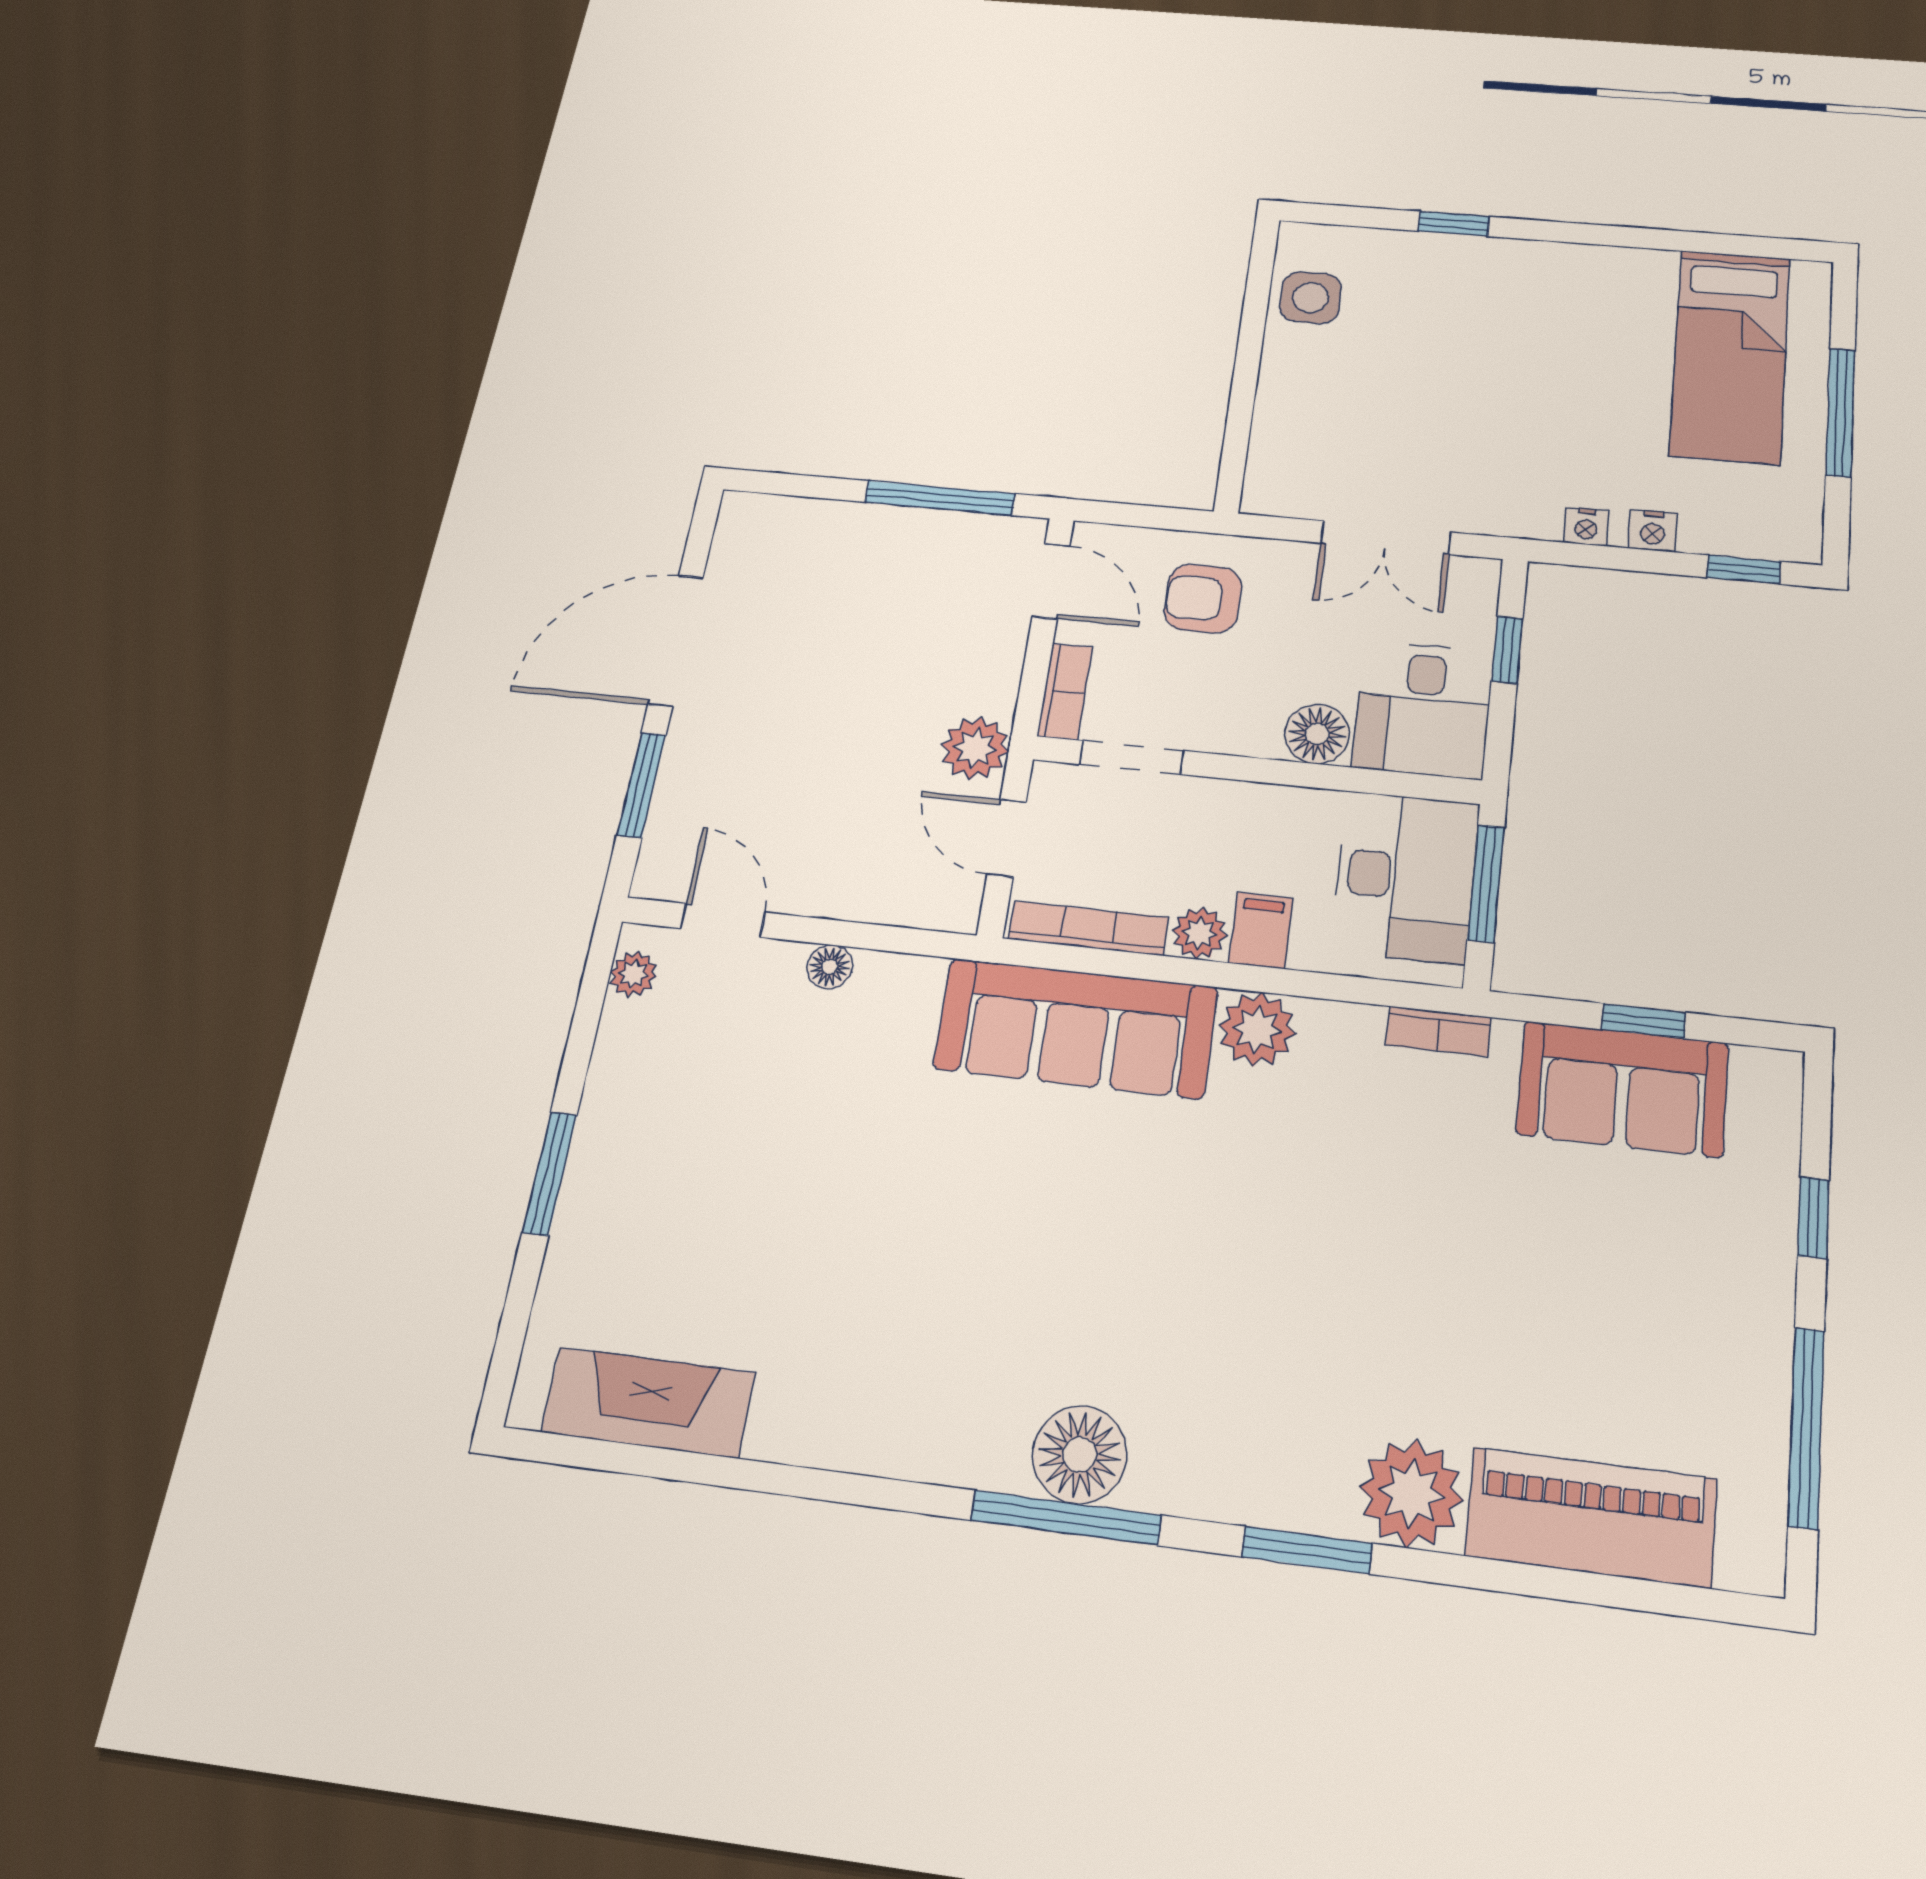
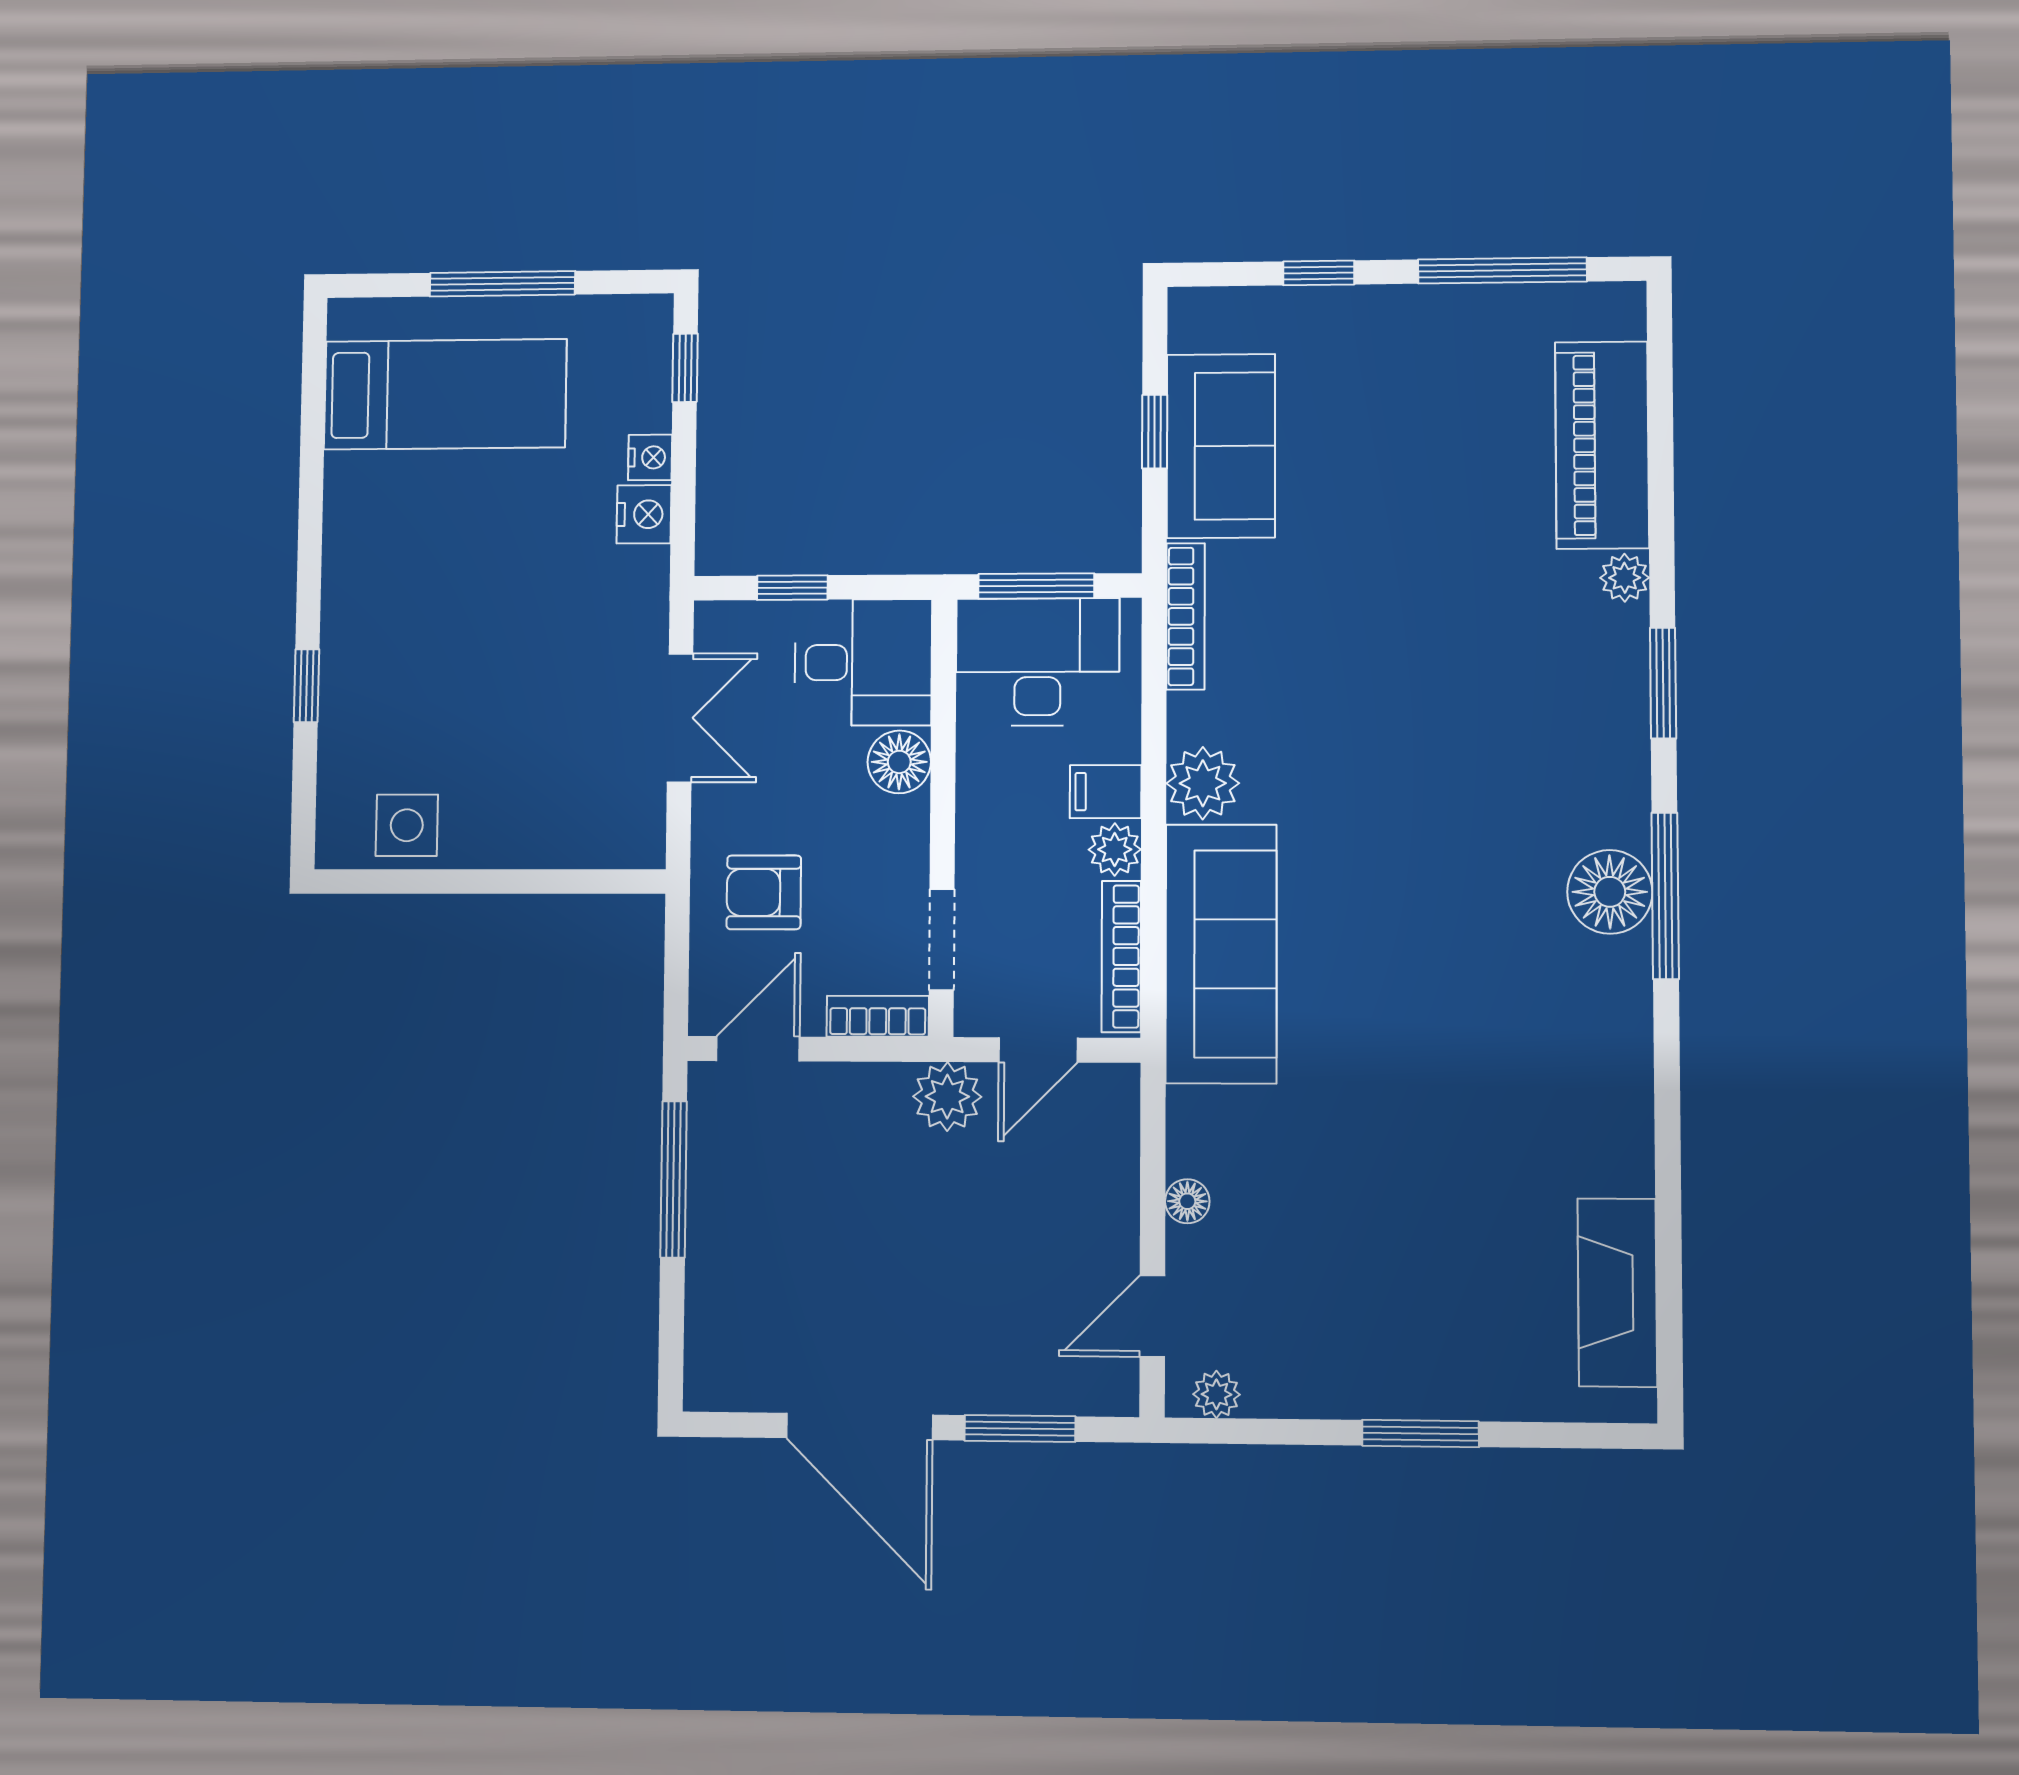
nightstand: (1586, 526) -> (644, 514), width x1.39, depth x1.35
armchair: (1203, 599) -> (764, 892), turned 90
bookcase: (1438, 1031) -> (1186, 616), width x1.56
plant: (1411, 1493) -> (1625, 578), width x0.53, depth x0.53

